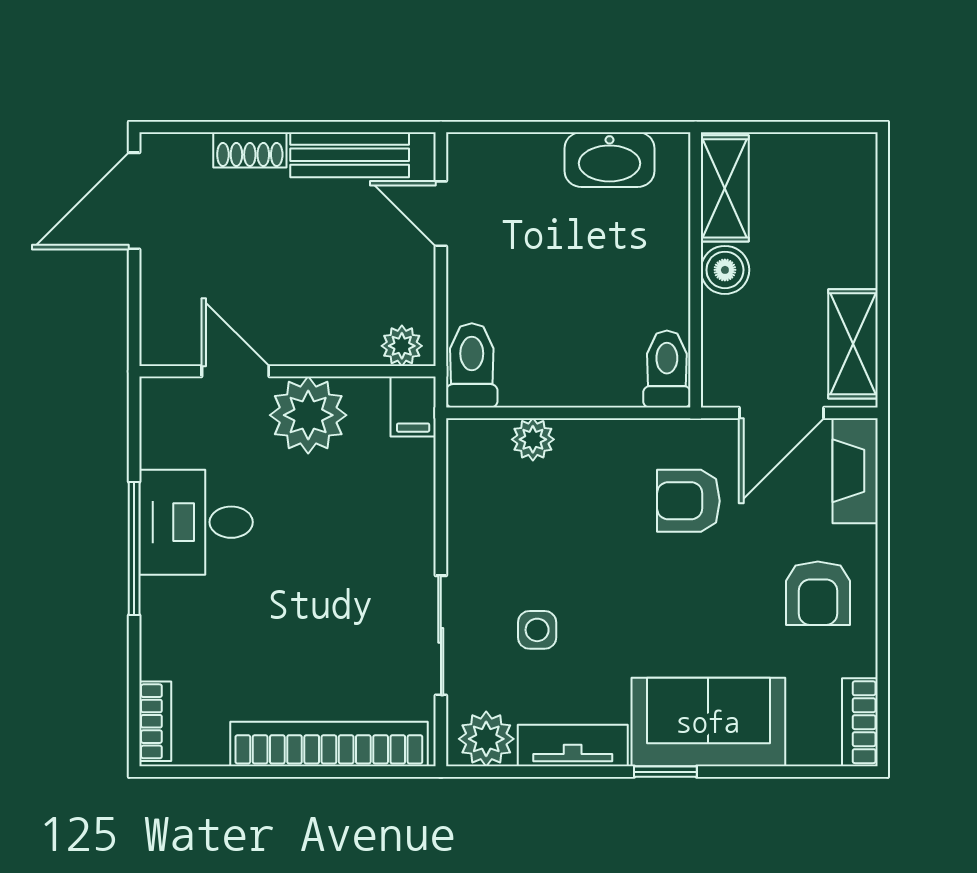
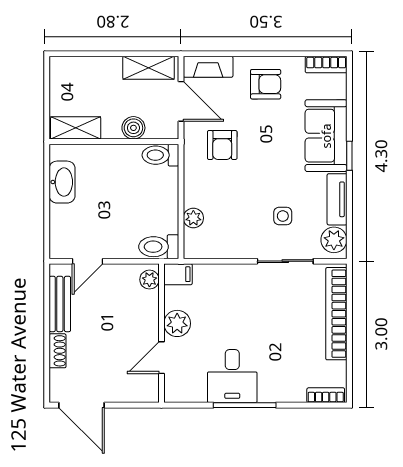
boiler: (725, 270) -> (133, 128), moved
plant: (308, 415) -> (177, 323), width x0.73, depth x0.73

